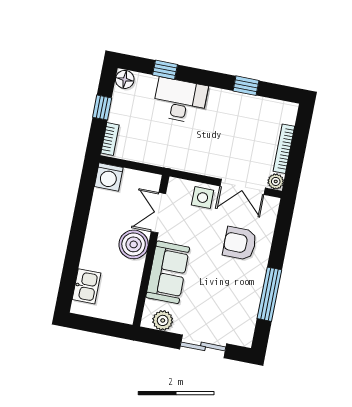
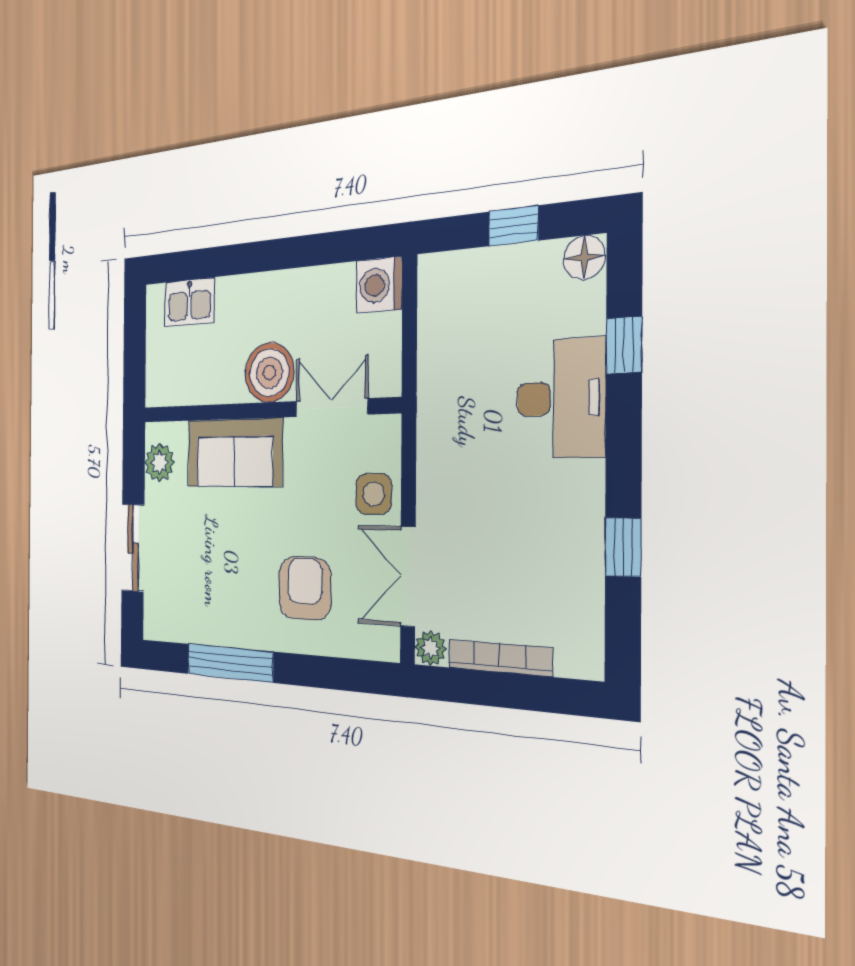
bookcase: (110, 139) -> (452, 264), removed

